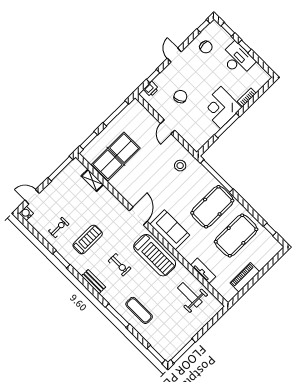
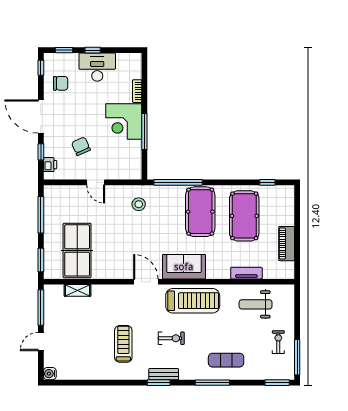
door: (174, 55) -> (41, 117), width x1.88
door: (32, 197) -> (41, 341), moved
exercise bike: (59, 228) -> (278, 342), moved
window: (61, 259) -> (159, 383), moved

